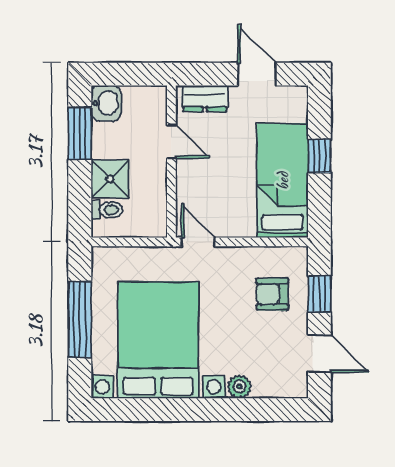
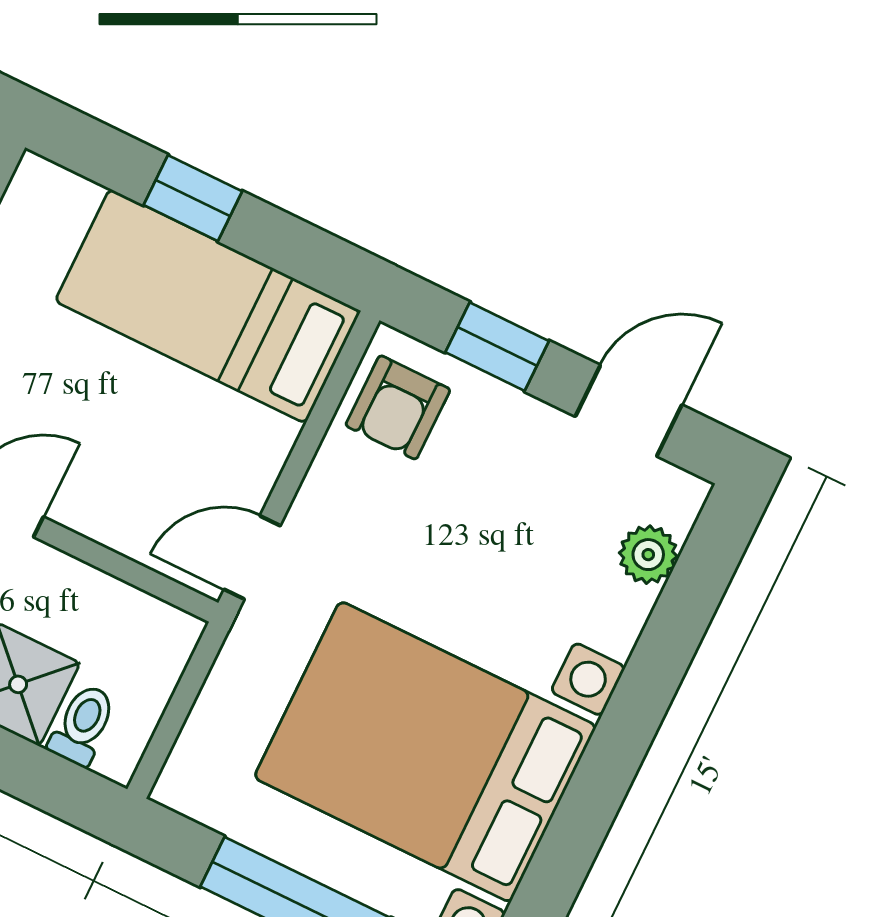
armchair: (272, 294) -> (398, 407), moved
plant: (239, 387) -> (648, 555), moved

